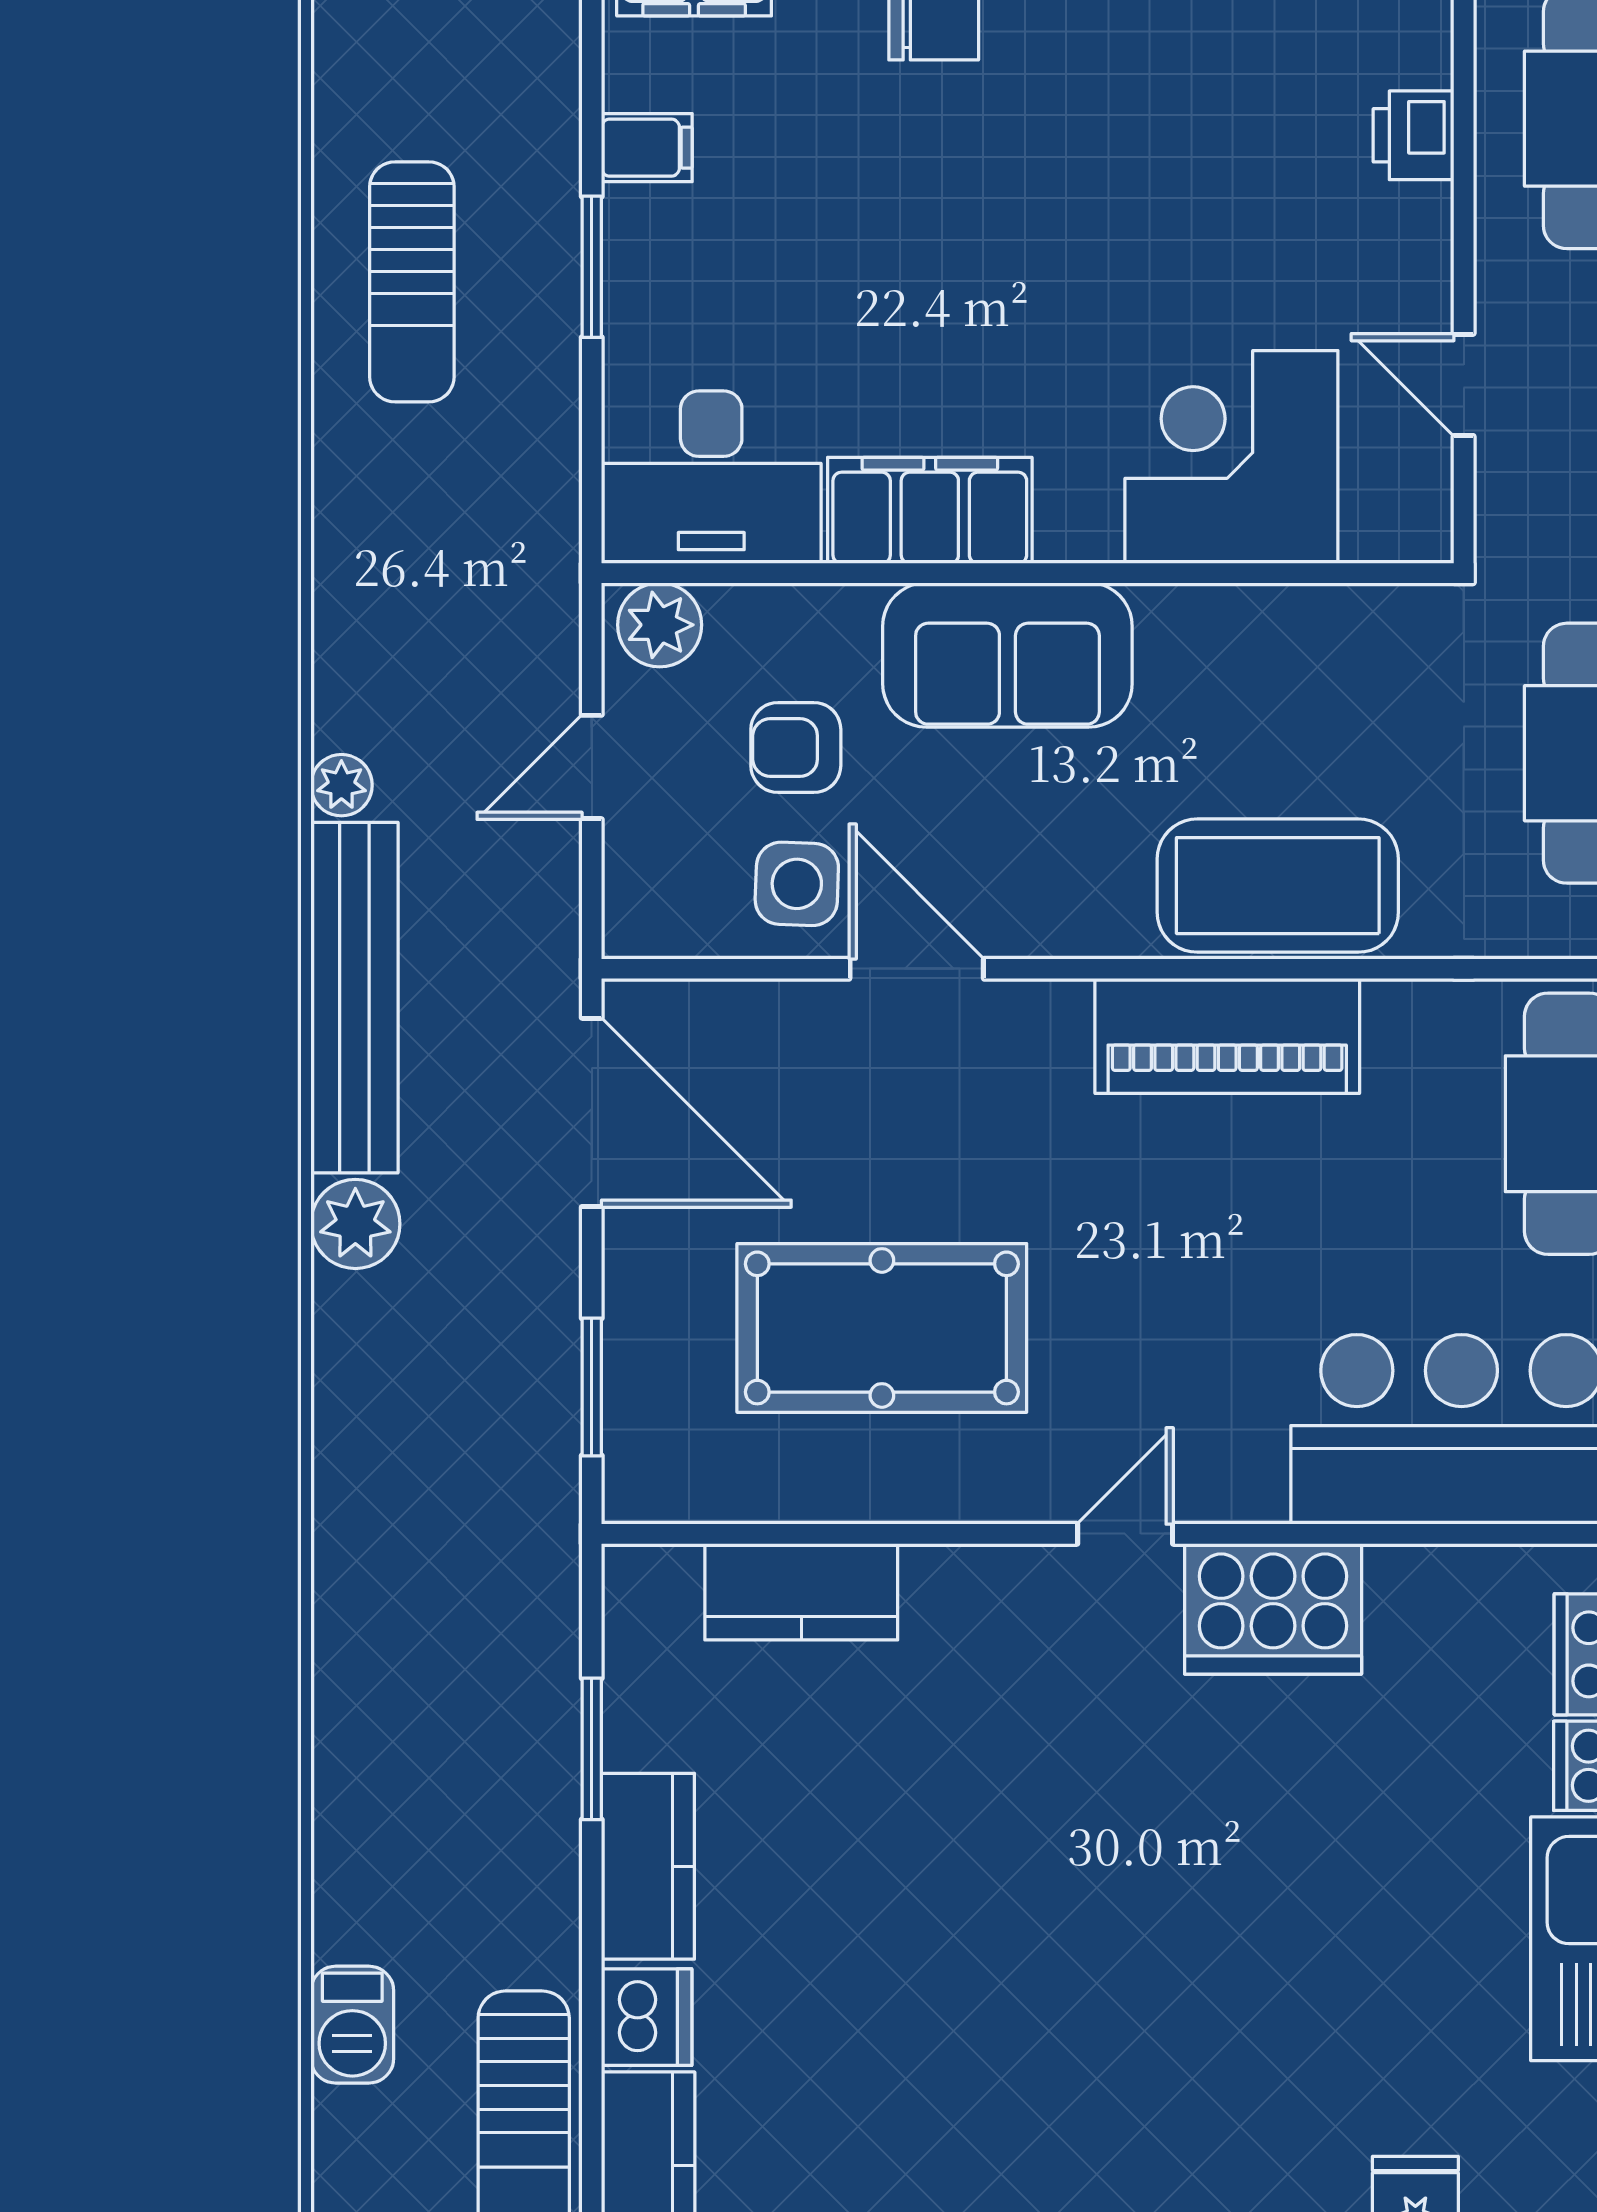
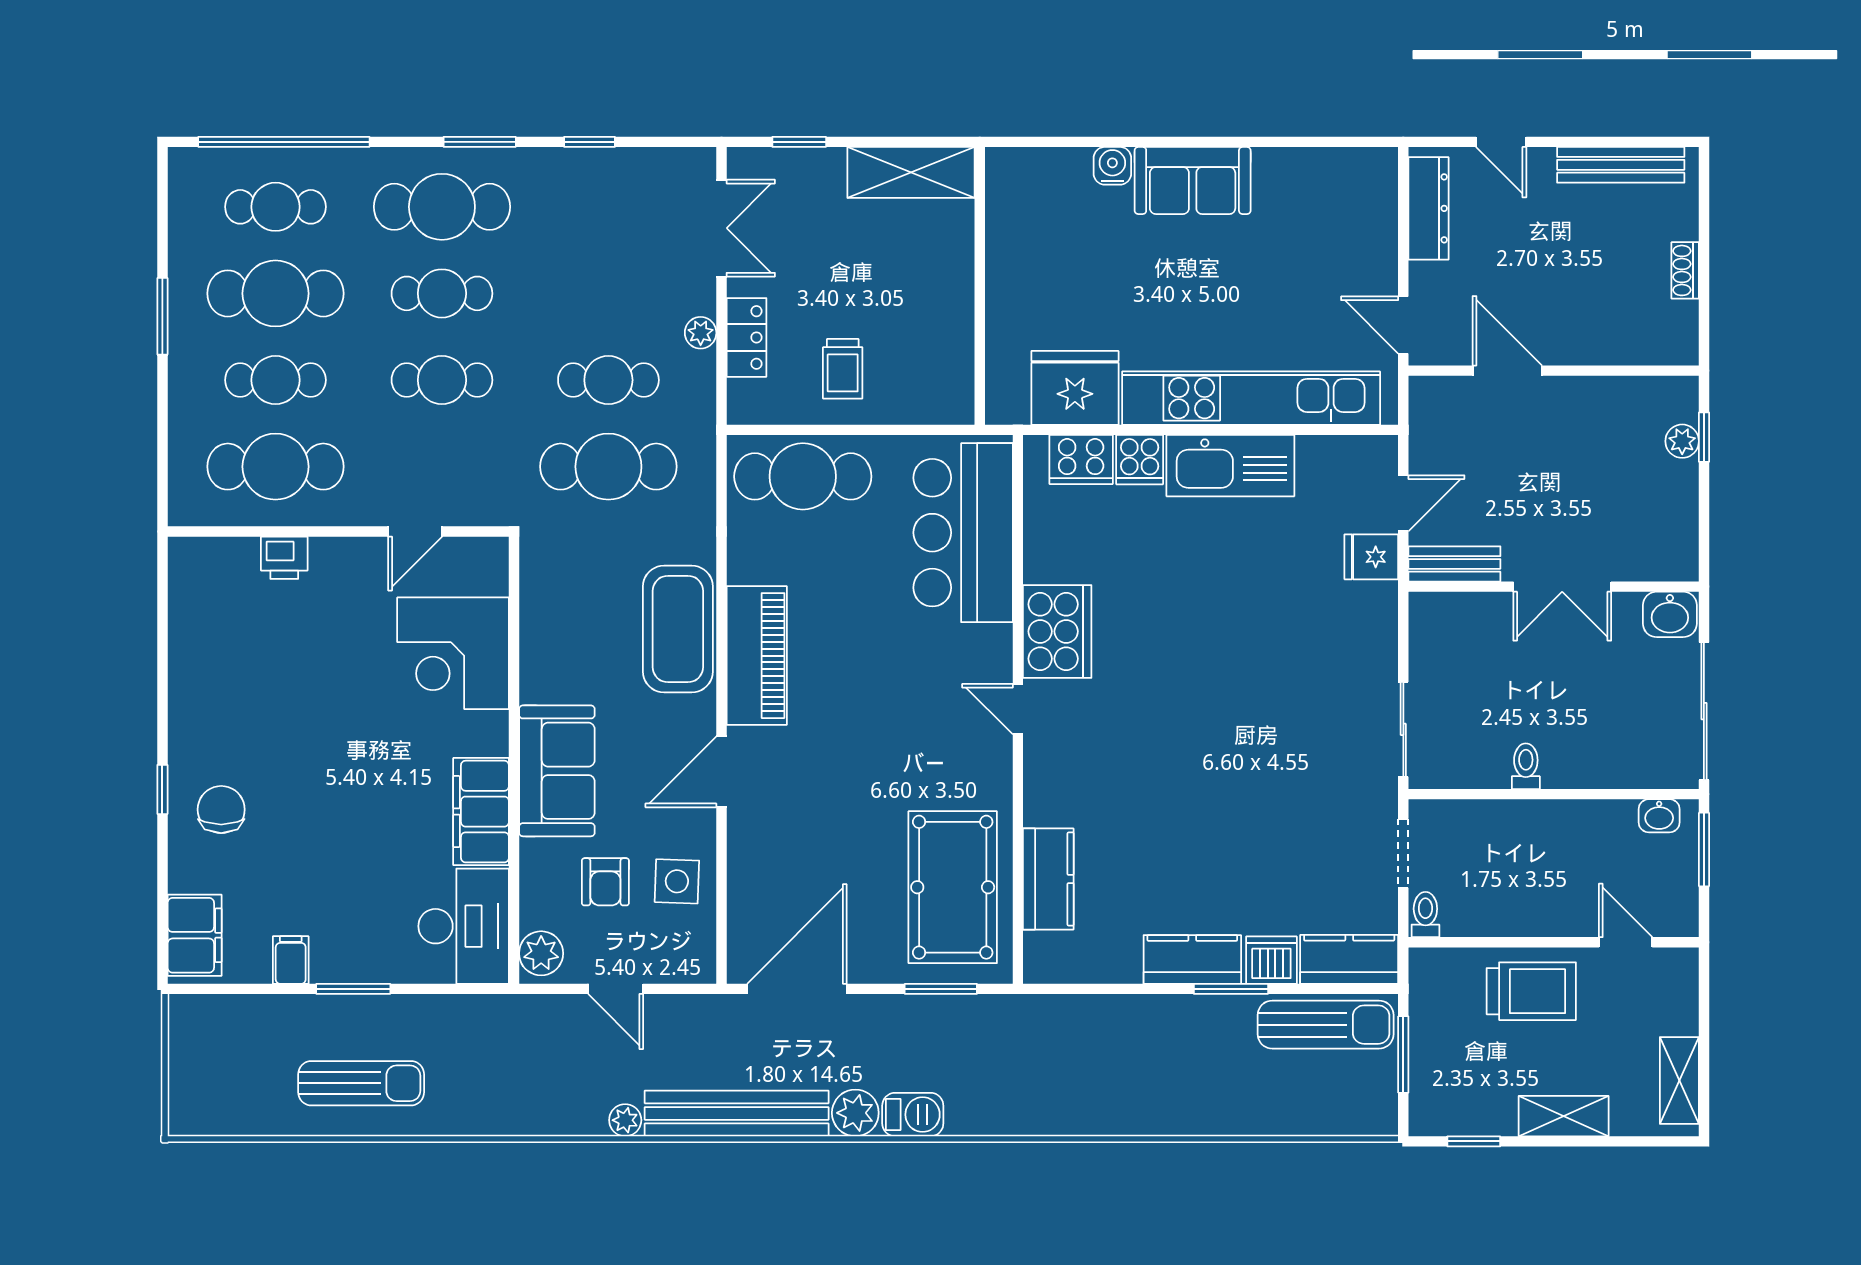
door: (917, 969) -> (721, 772), moved
pool table: (882, 1328) -> (953, 887), moved
window: (592, 1749) -> (1231, 989), moved
barbecue: (352, 2025) -> (913, 1115), moved

